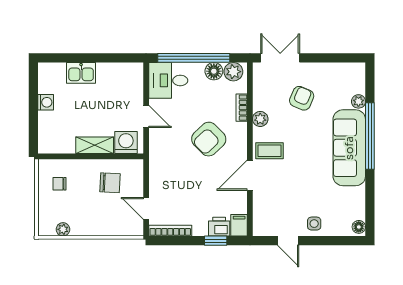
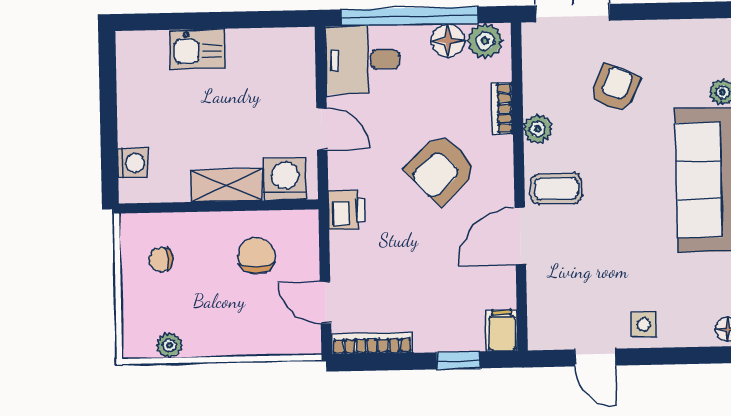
washing machine: (46, 102) -> (133, 163), moved
chair: (110, 183) -> (256, 256), turned -93
printer: (219, 227) -> (347, 210), moved, turned 90

